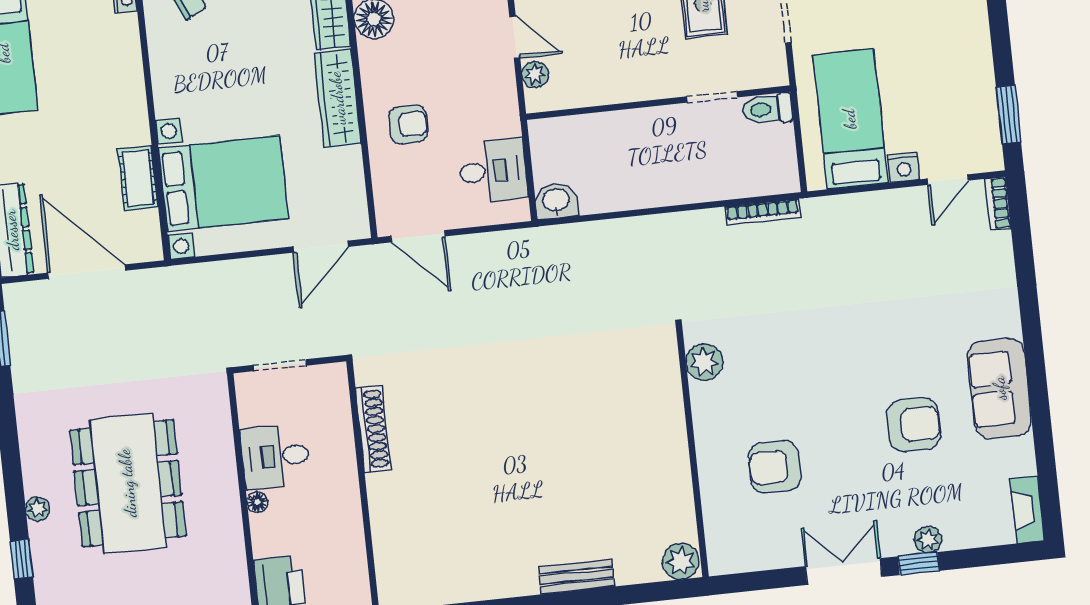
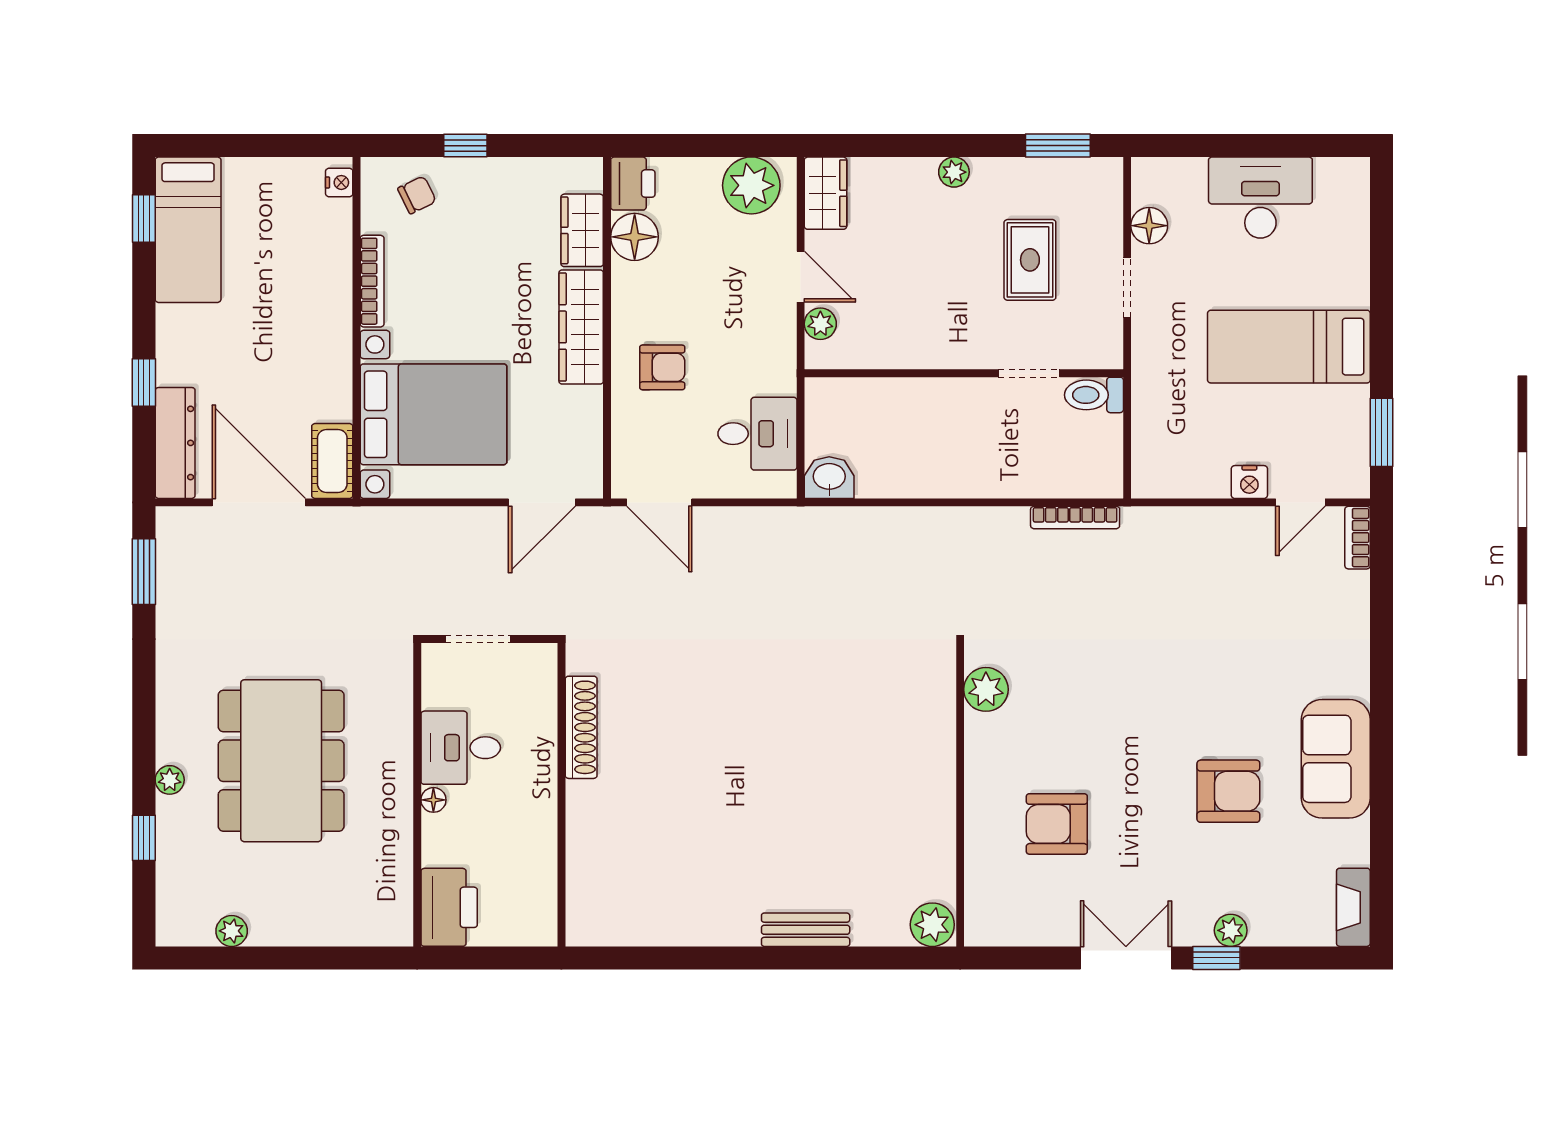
bookcase: (161, 79) -> (372, 281), added
bed: (850, 119) -> (1289, 347), moved, turned -90
cot: (138, 178) -> (332, 461), moved

